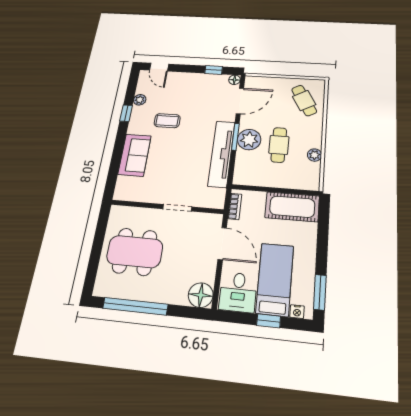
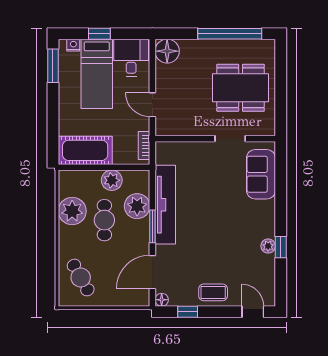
plant: (140, 100) -> (268, 246), moved
coffee table: (167, 121) -> (213, 292), moved
plant: (249, 140) -> (137, 206), moved
sofa: (135, 155) -> (261, 174), moved
plant: (314, 155) -> (72, 211), width x1.87, depth x1.87
plant: (269, 178) -> (112, 180), added
doorway: (177, 208) -> (230, 139), moved
door: (222, 244) -> (152, 105), width x0.73

